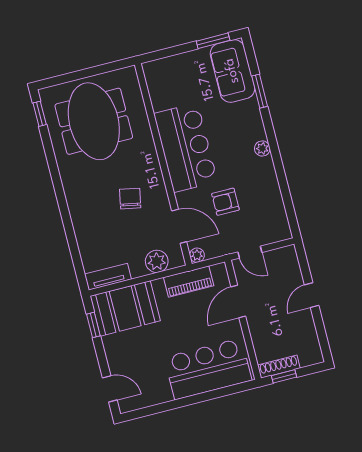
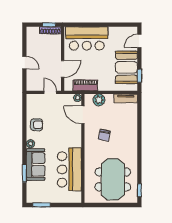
sofa: (232, 71) -> (36, 164), moved
bar counter: (186, 148) -> (69, 169), moved
armchair: (225, 202) -> (36, 125), moved
door: (312, 295) -> (24, 63), hinge flipped
booth: (125, 308) -> (126, 67), moved, turned 90
door: (110, 389) -> (139, 41), hinge flipped

